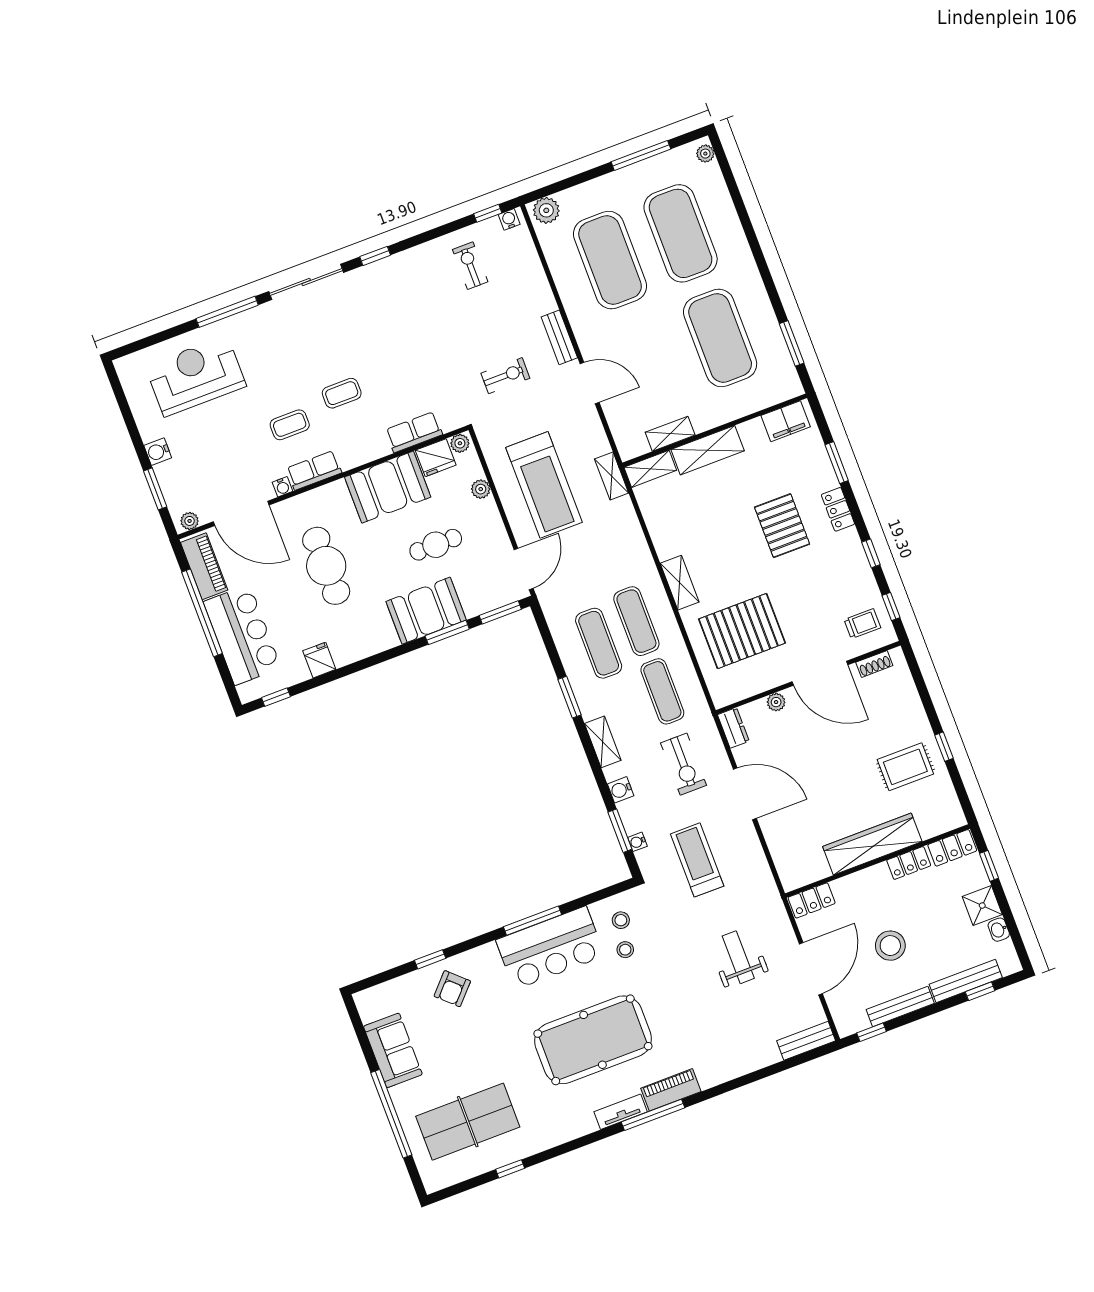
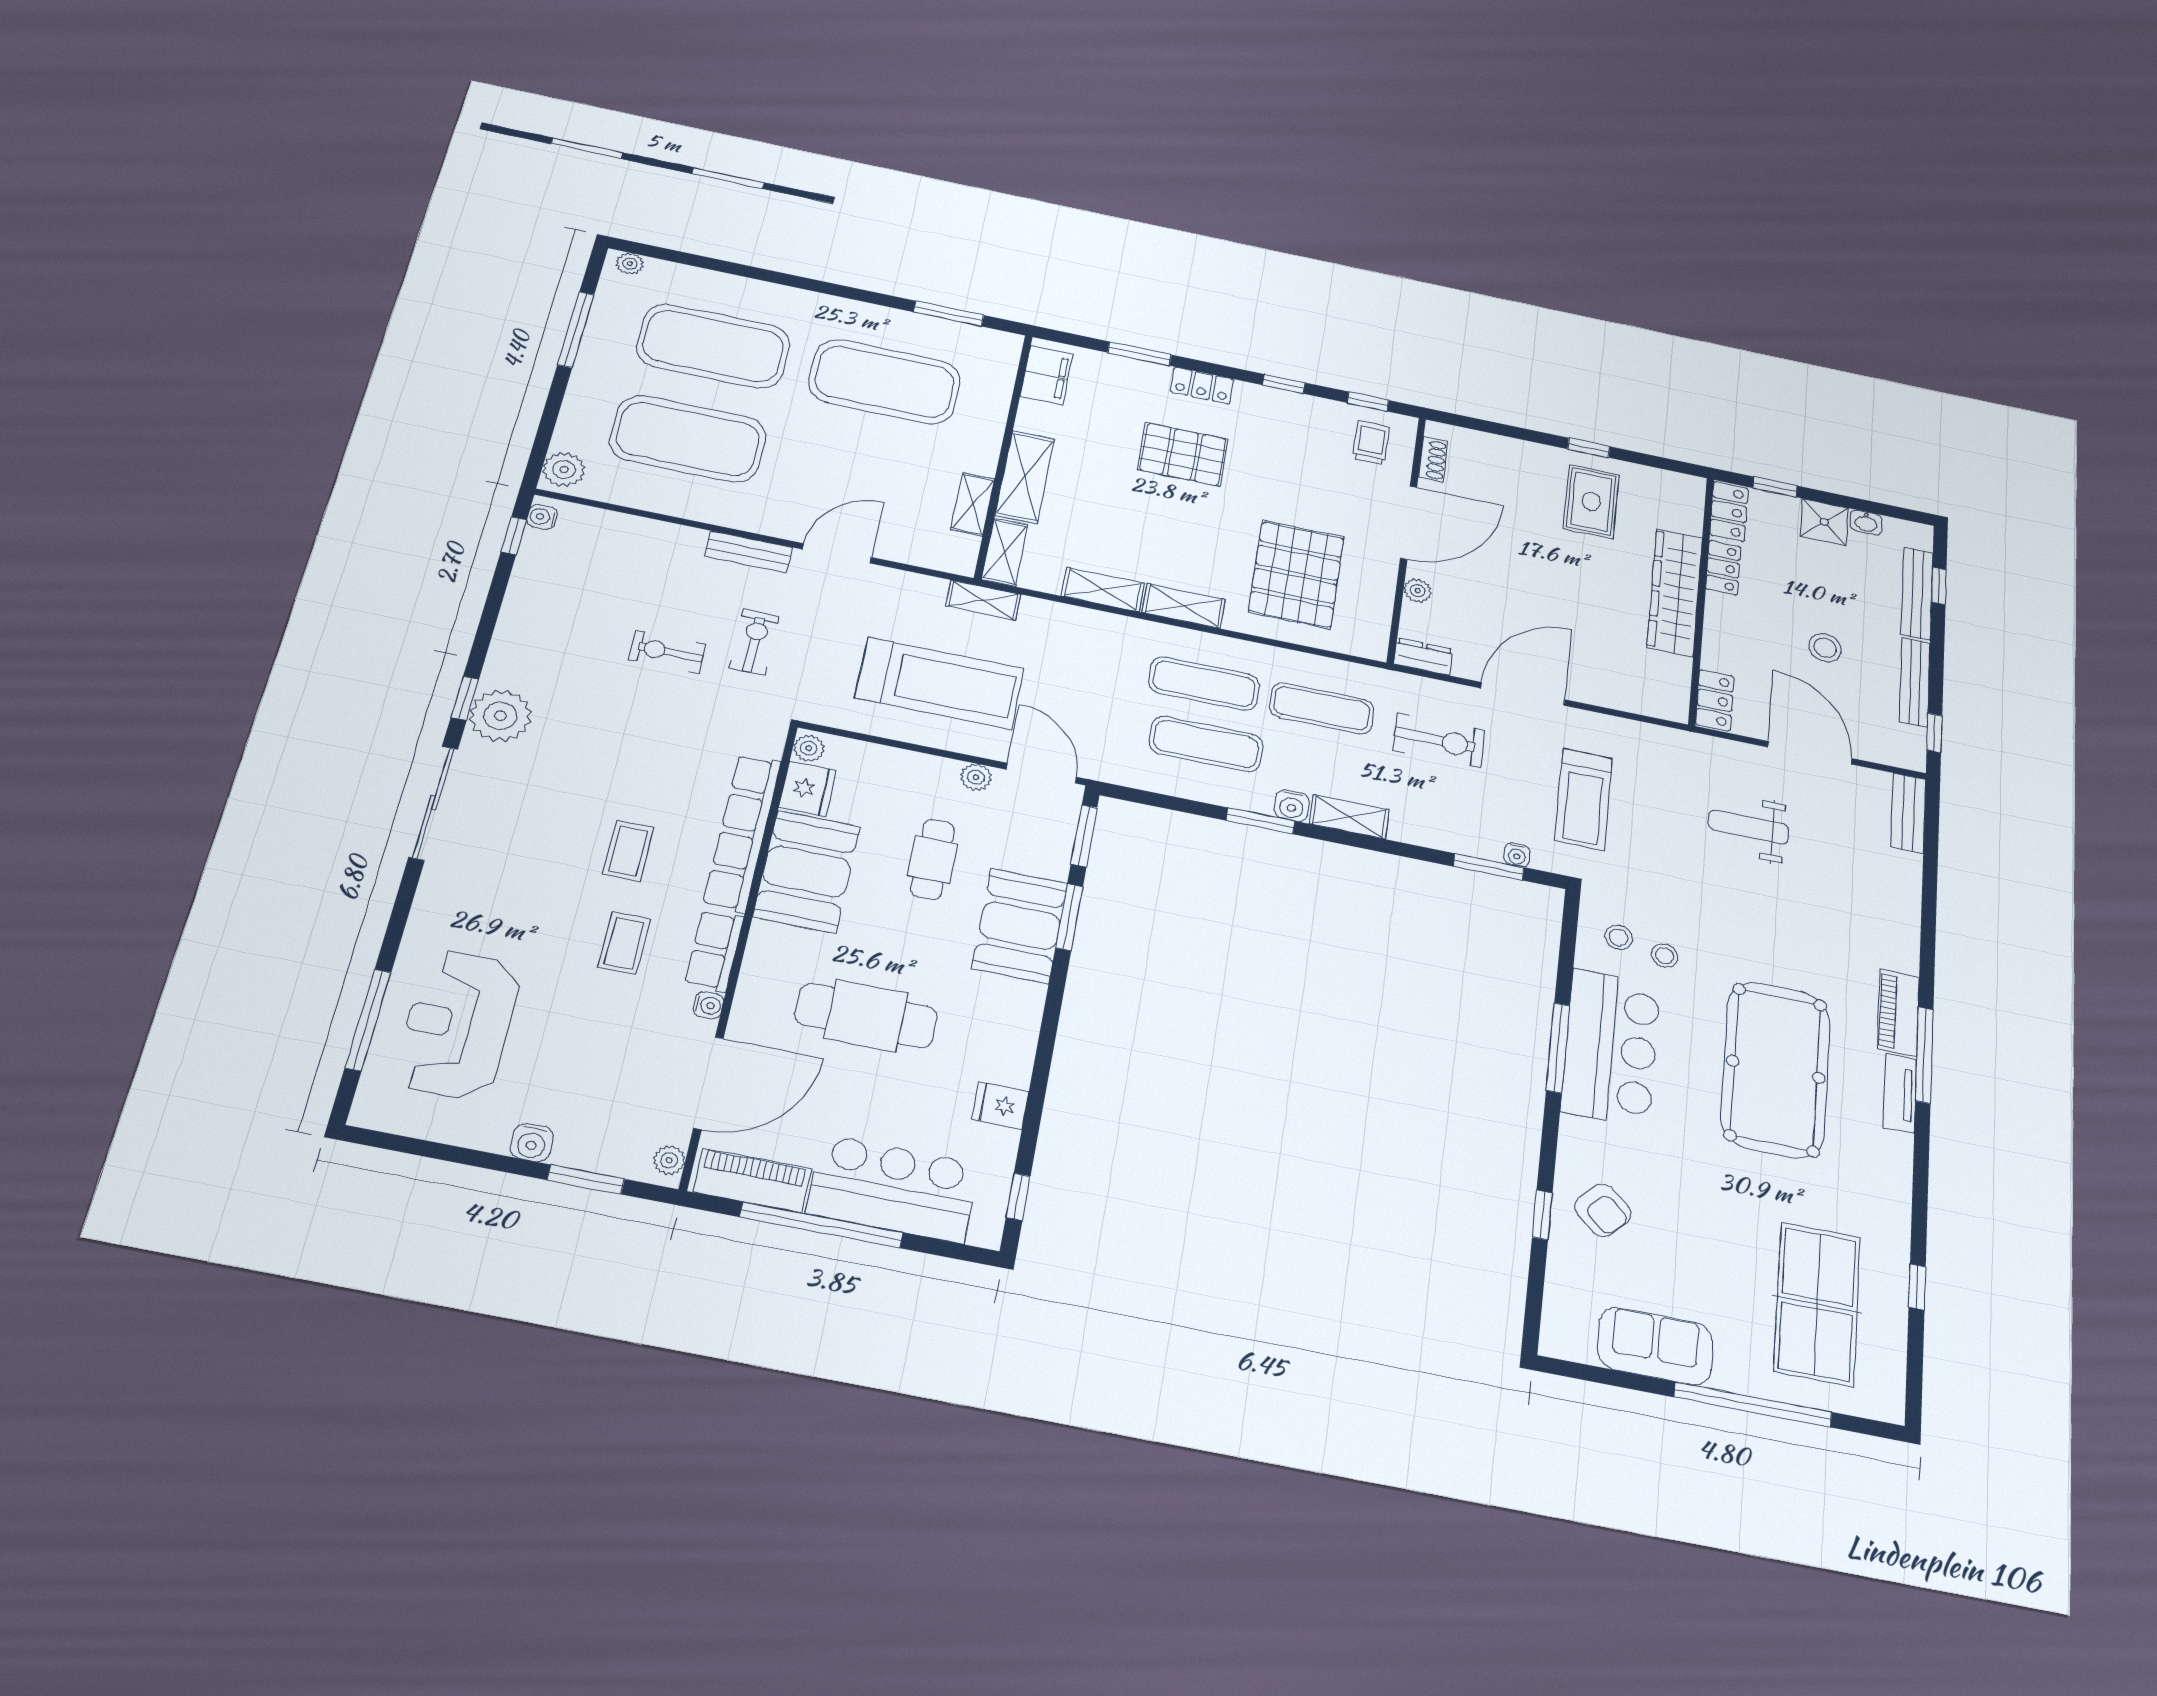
exercise bike: (470, 266) -> (667, 652), moved
plant: (377, 280) -> (500, 716), added
window: (227, 312) -> (368, 1020), moved
row of seats: (414, 432) -> (742, 832), width x2.02
plant: (481, 489) -> (976, 777), moved
shelving: (661, 534) -> (1103, 590), added
water cooler: (621, 790) -> (1292, 806), moved
treadmill: (697, 860) -> (1584, 799), turned -90
stool: (890, 946) -> (1825, 648), width x0.73, depth x0.73

